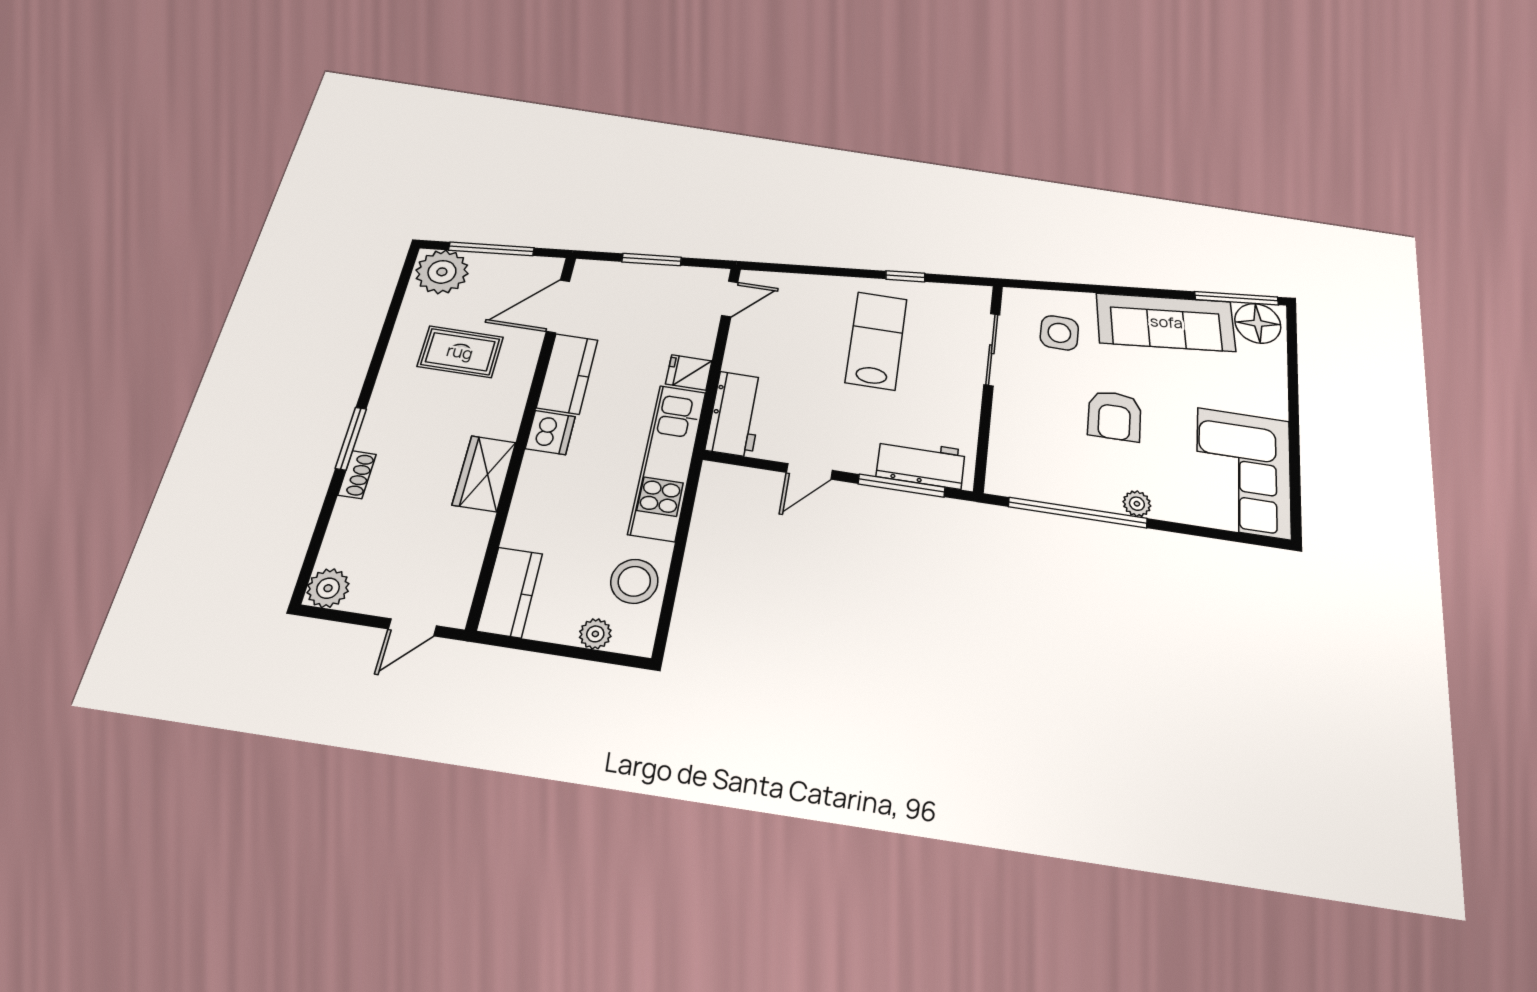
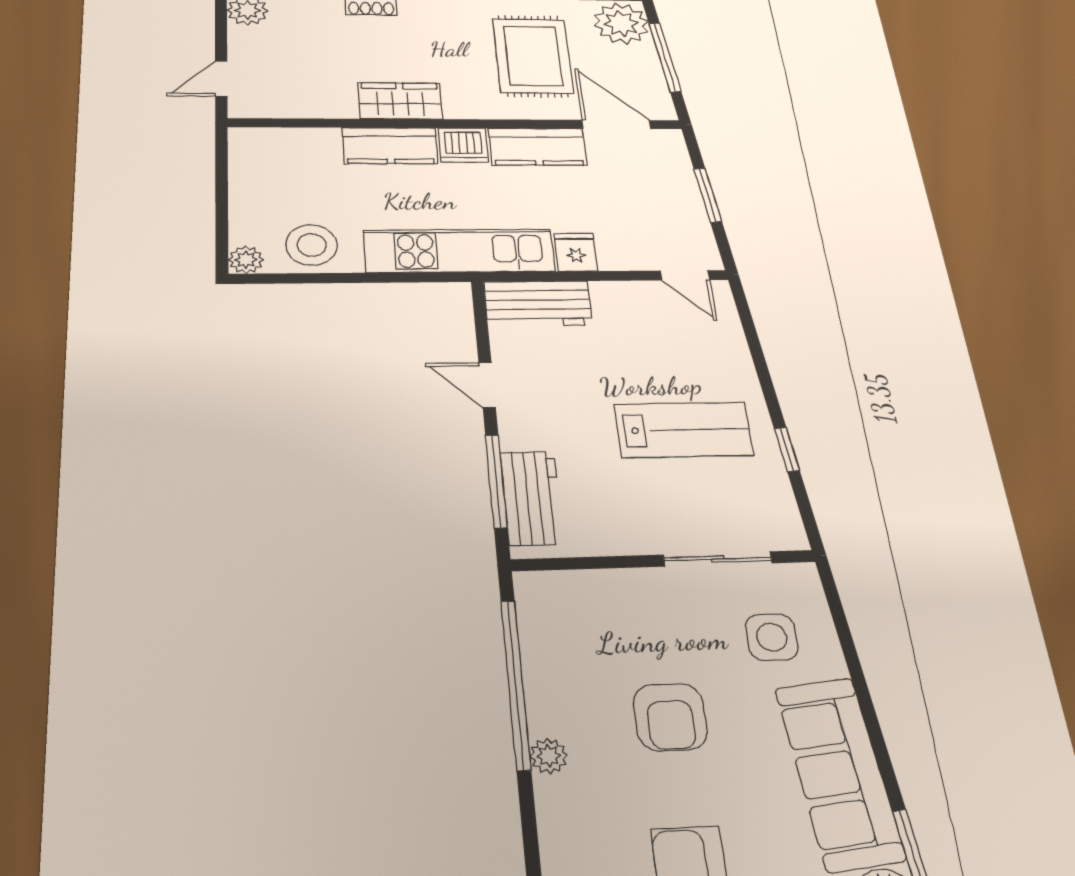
rug: (460, 352) -> (533, 56), width x1.36, depth x1.43
armchair: (1114, 416) -> (670, 717), turned -90
kitchen counter: (510, 592) -> (390, 146), moved
door: (412, 627) -> (221, 79), hinge flipped
plant: (595, 634) -> (246, 260), moved

